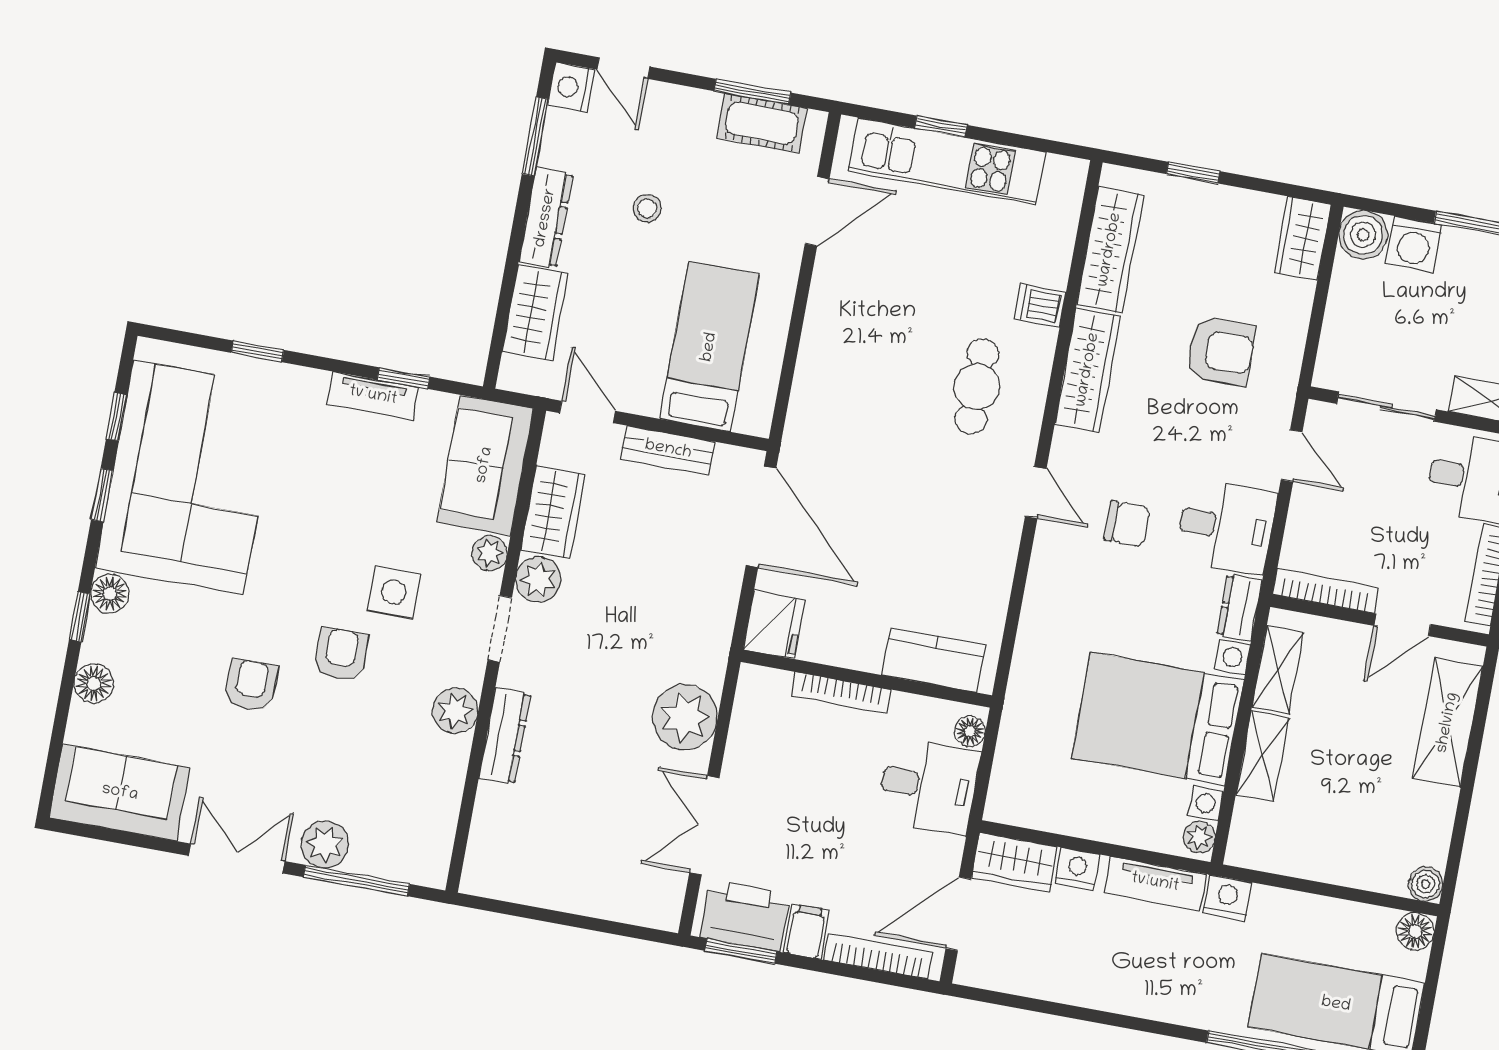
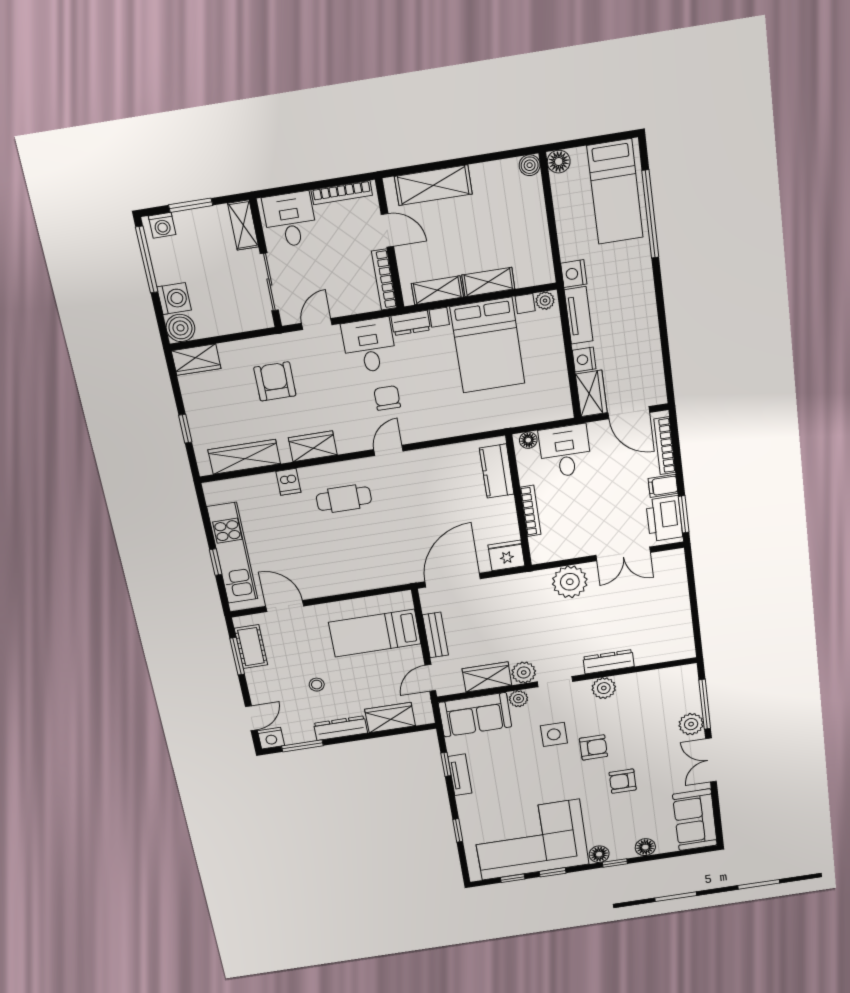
wardrobe: (1088, 370) -> (313, 446), width x0.67
armchair: (341, 654) -> (593, 747), turned 180

